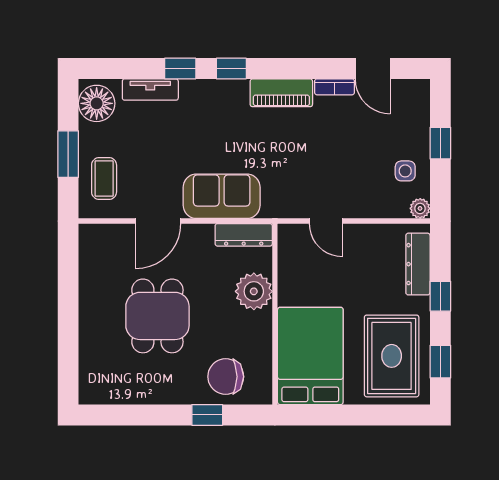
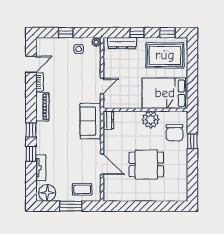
sofa: (222, 196) -> (90, 121), moved
dresser: (244, 235) -> (108, 120), width x0.70
plant: (254, 291) -> (151, 120), moved

